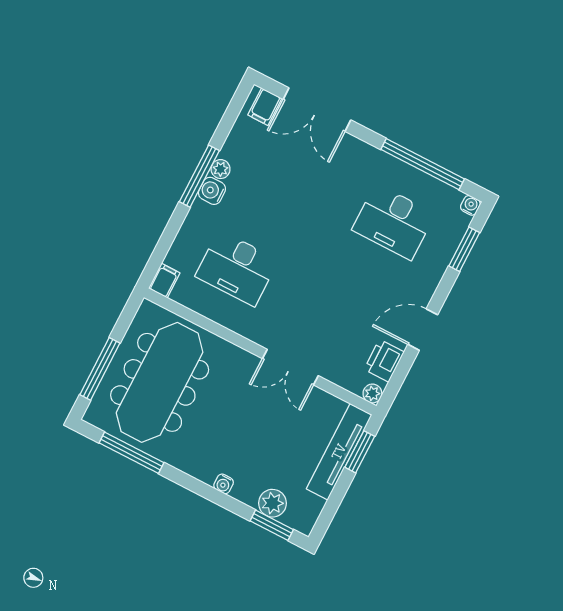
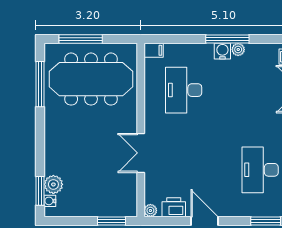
tv unit: (339, 452) -> (105, 209), removed
water cooler: (224, 484) -> (50, 201), moved

